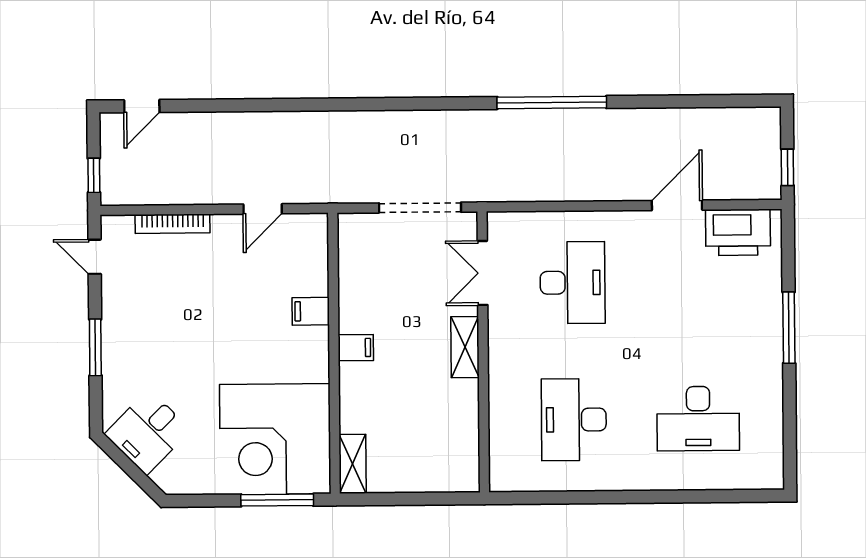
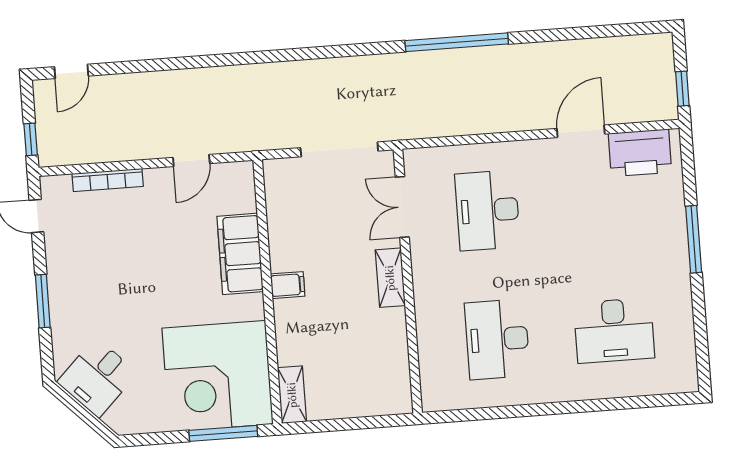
desk: (573, 283) -> (488, 210), turned 180
filing cabinet: (311, 311) -> (240, 254), width x3.00, depth x1.17

